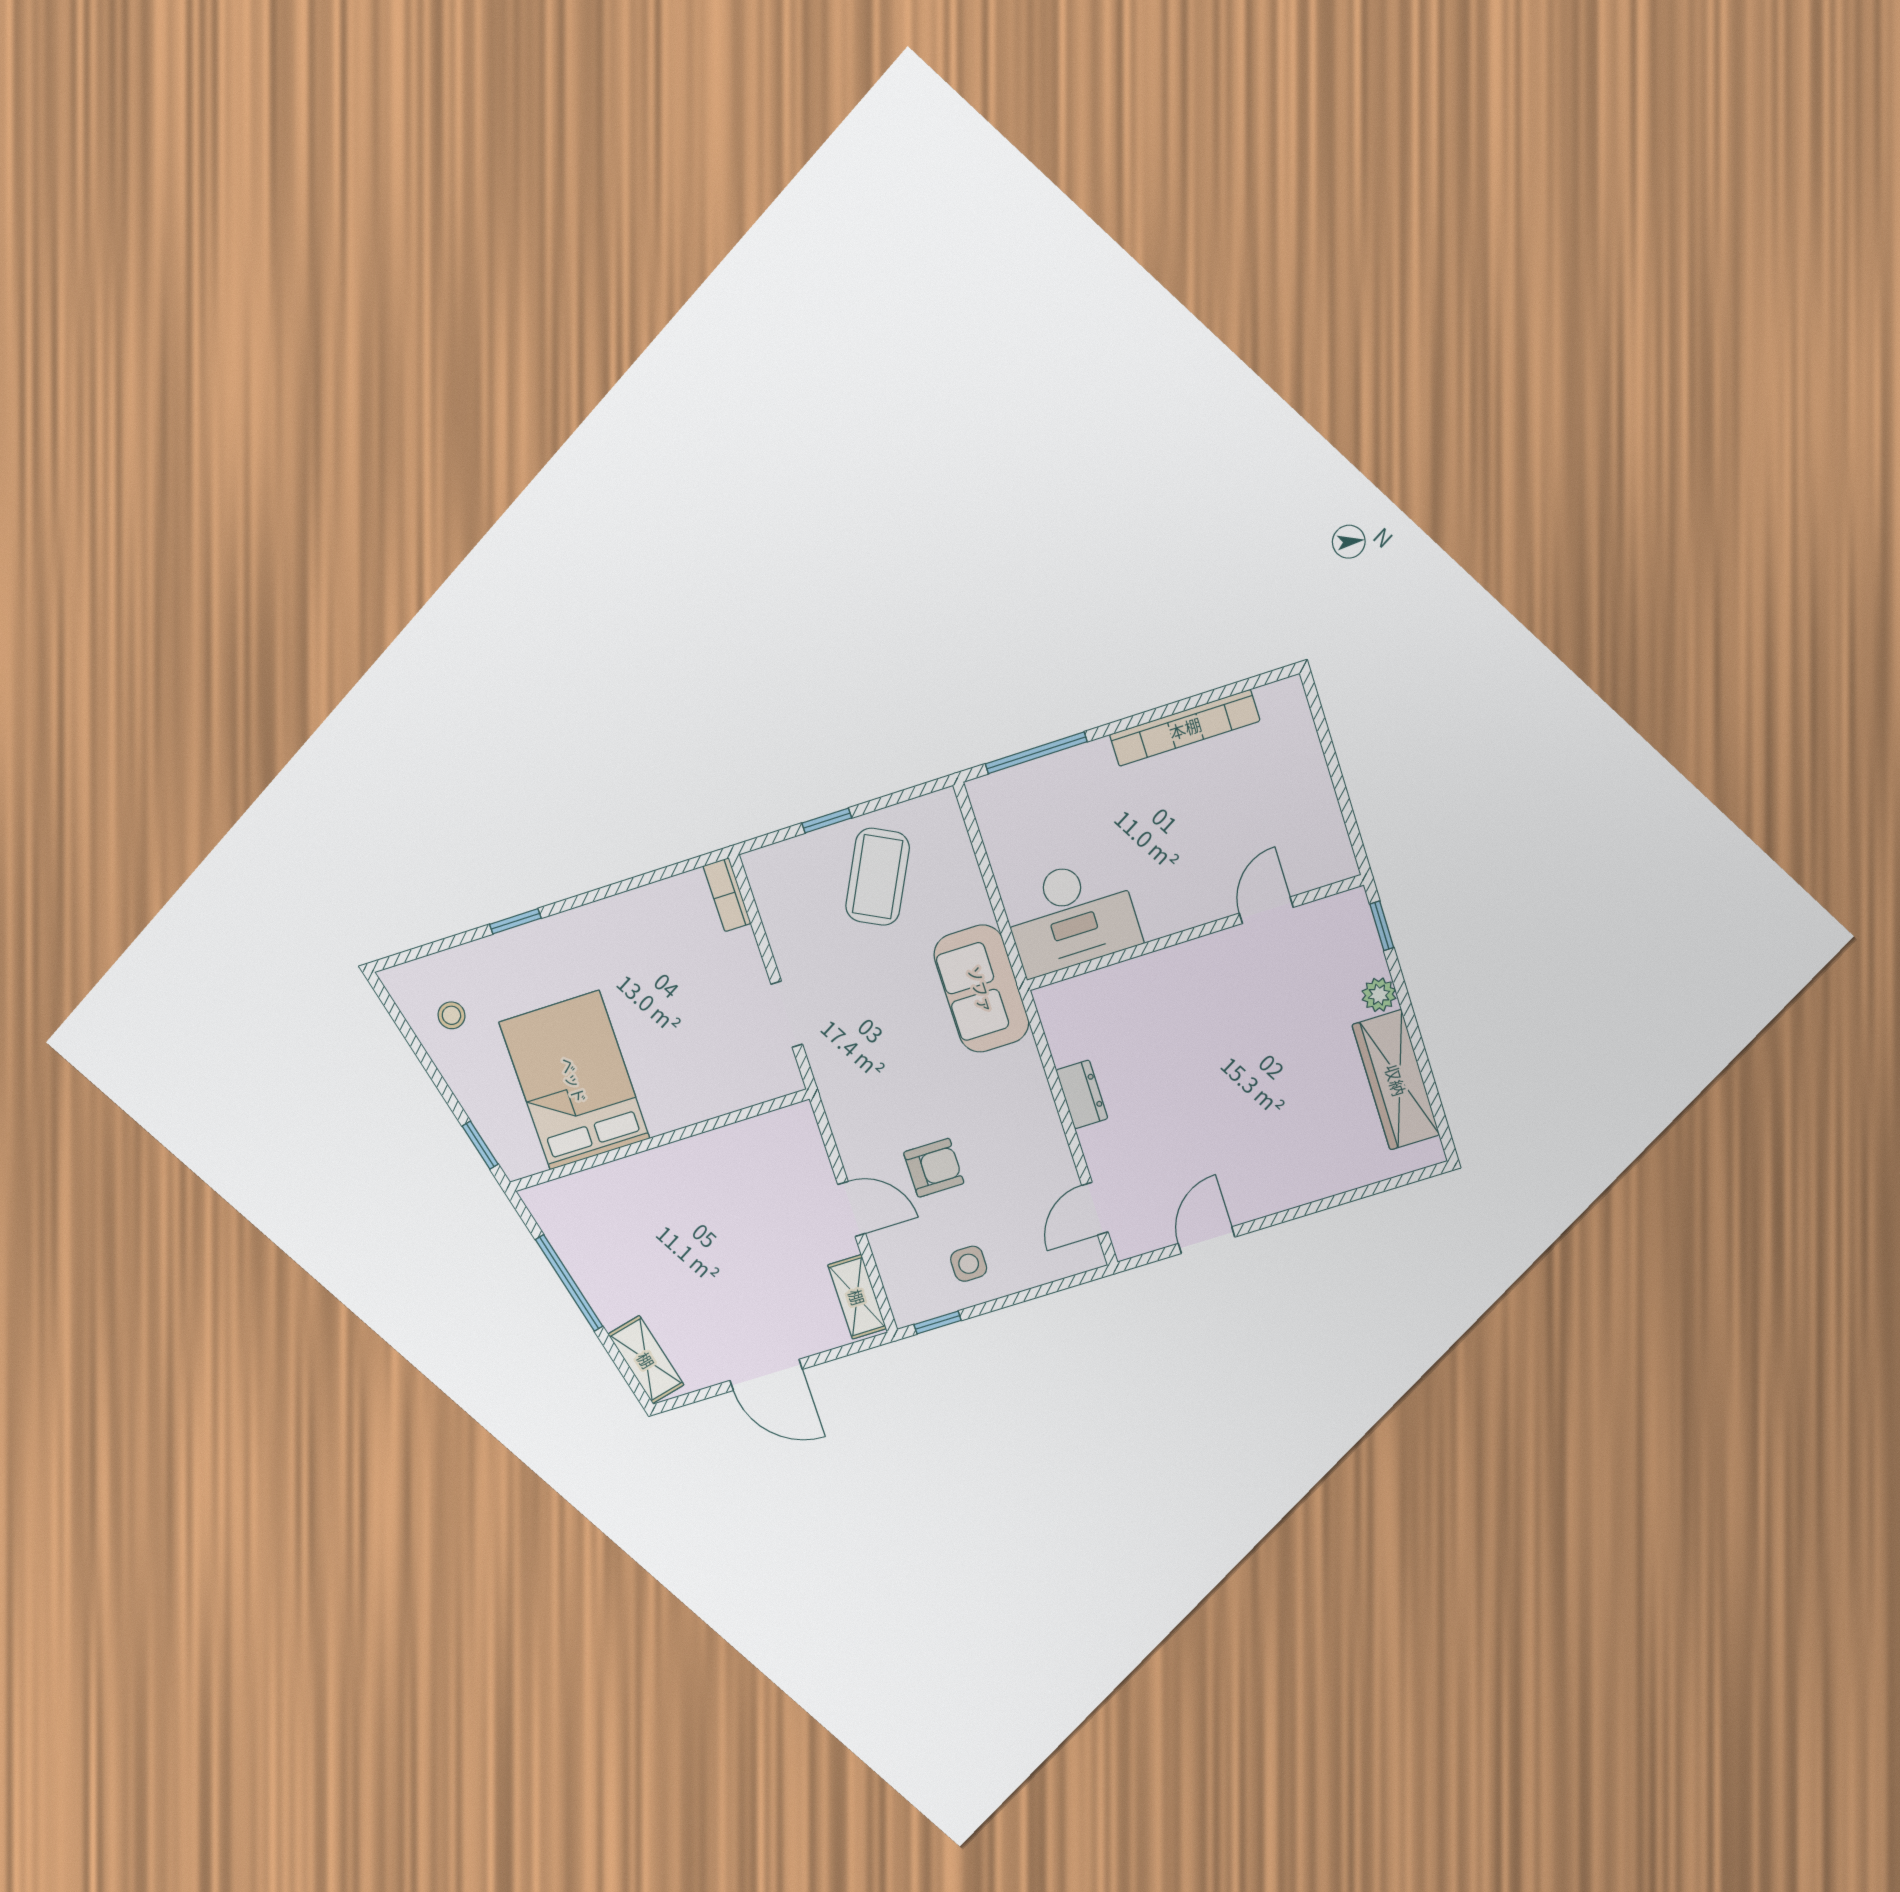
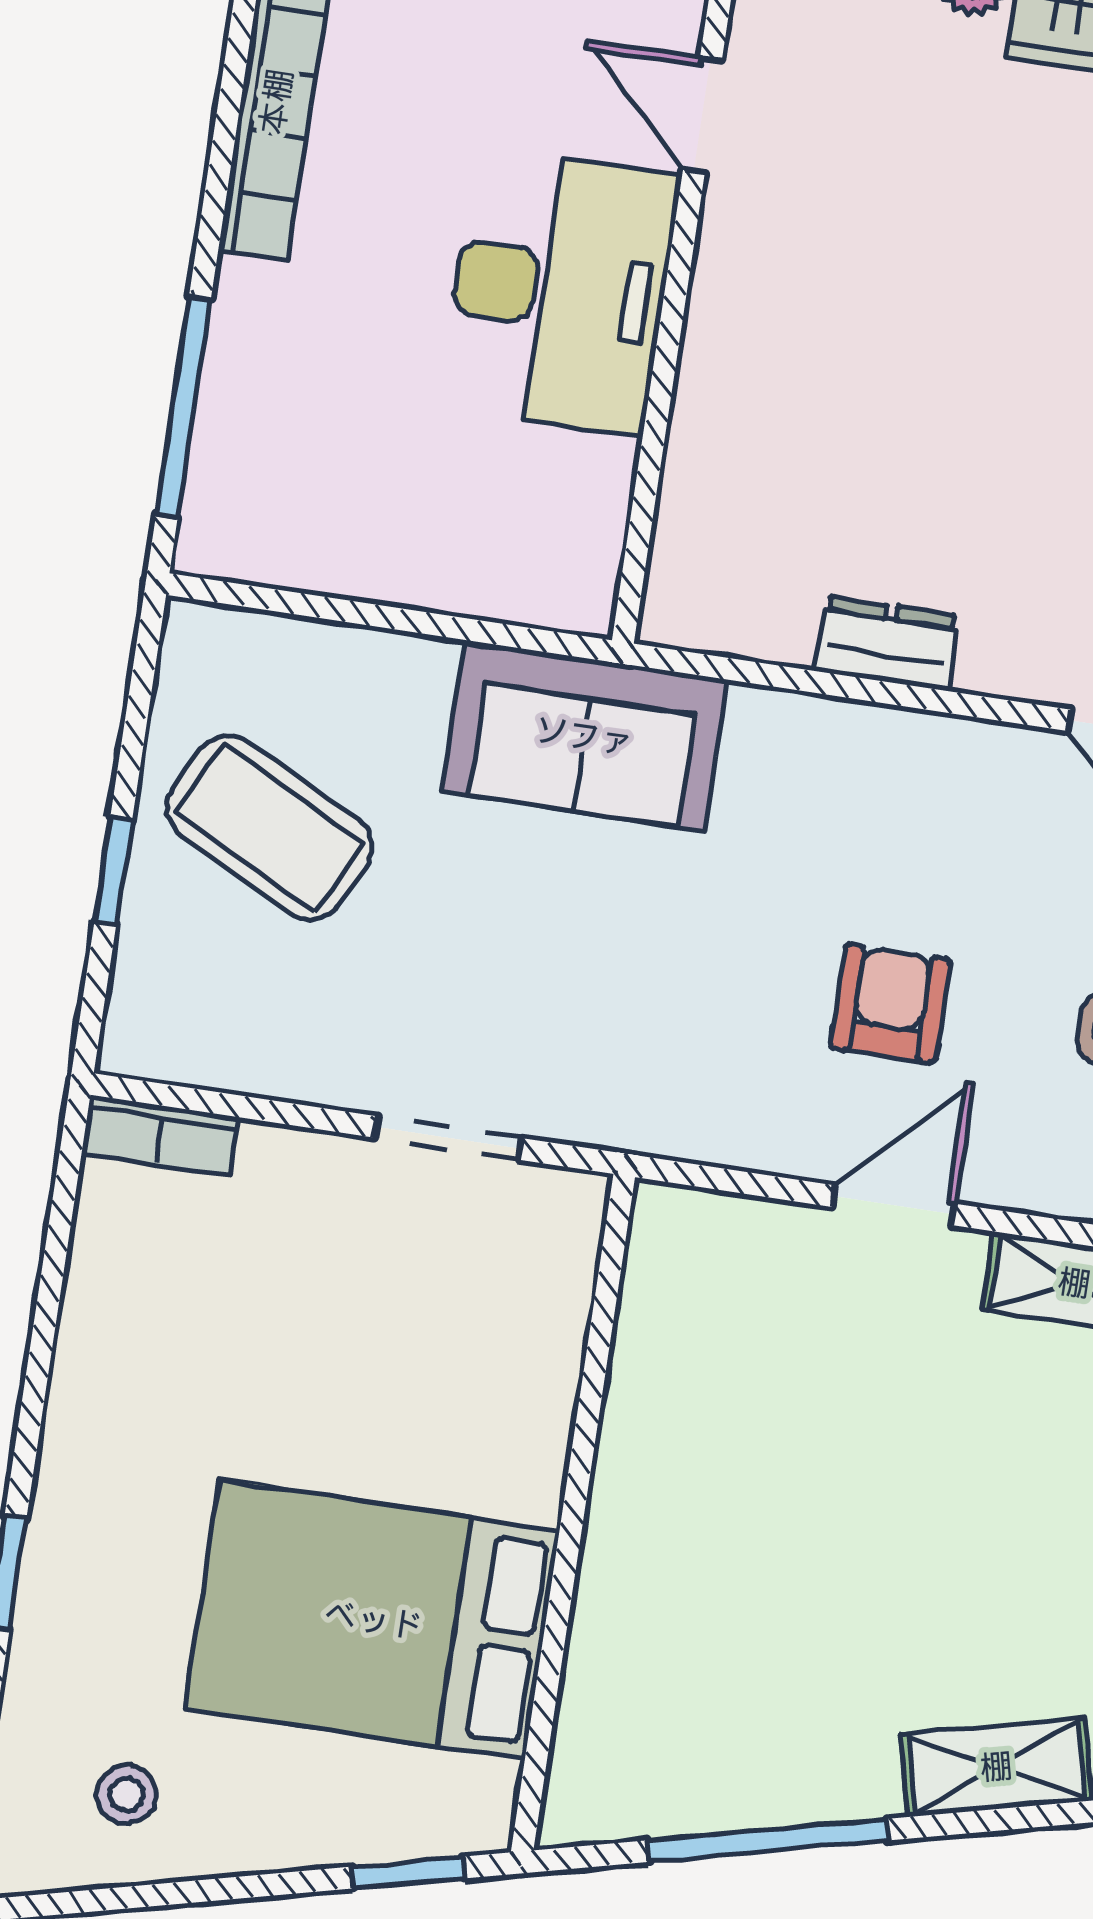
desk: (1071, 916) -> (560, 291), moved

